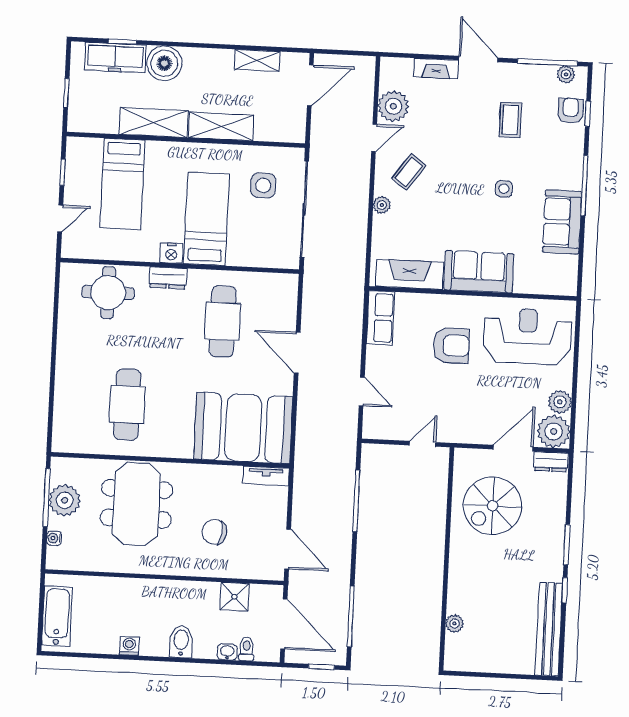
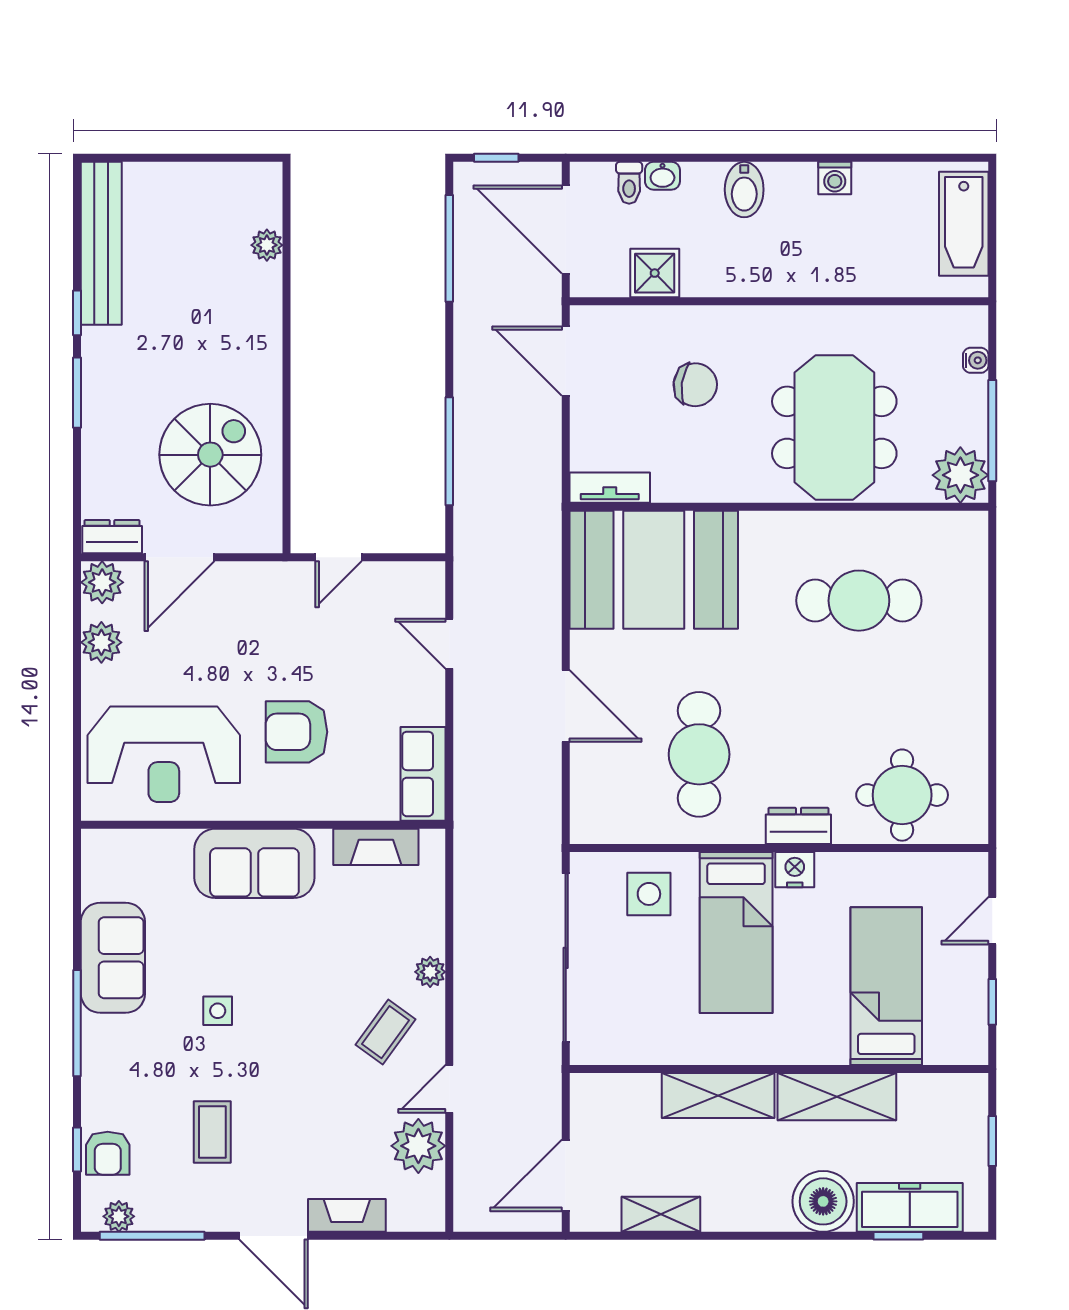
side table: (263, 185) -> (649, 894), moved
fireplace: (409, 274) -> (376, 847), width x0.73, depth x0.76
cafe table: (127, 405) -> (859, 601), turned 90
plant: (554, 431) -> (102, 582), width x0.73, depth x0.73
plant: (65, 500) -> (960, 475), moved

